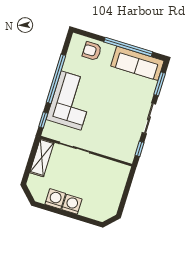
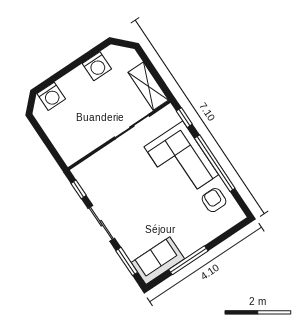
window: (128, 47) -> (188, 260), width x0.68
armchair: (92, 51) -> (214, 200), moved, turned -90
sofa: (137, 63) -> (158, 261), width x0.73
washing machine: (72, 204) -> (51, 96), moved

